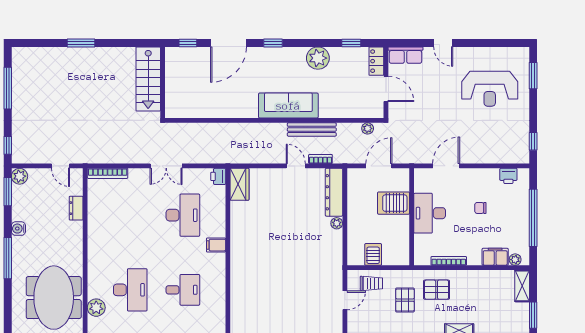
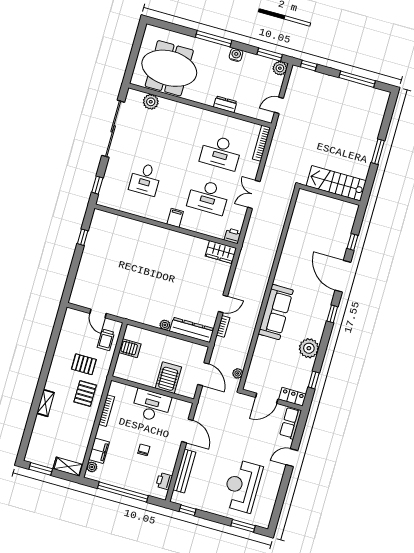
stairs: (148, 79) -> (336, 183), moved
wall: (163, 82) -> (330, 195), moved
bench: (312, 129) -> (184, 471), moved
dresser: (76, 208) -> (225, 104), moved
desk: (130, 290) -> (221, 152), moved

